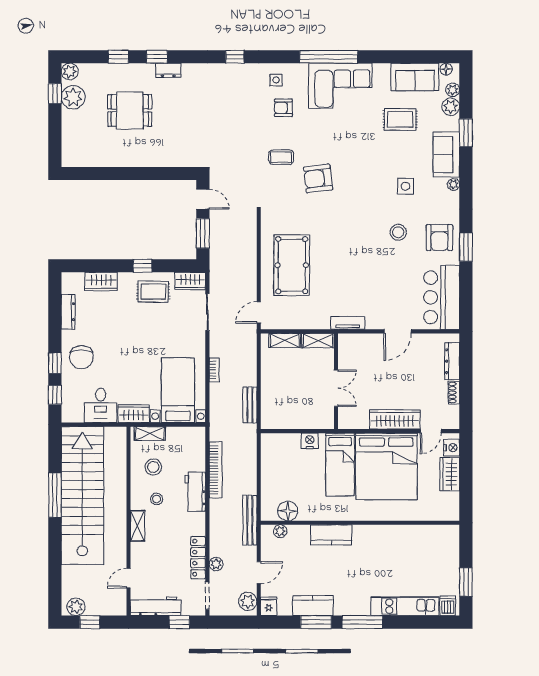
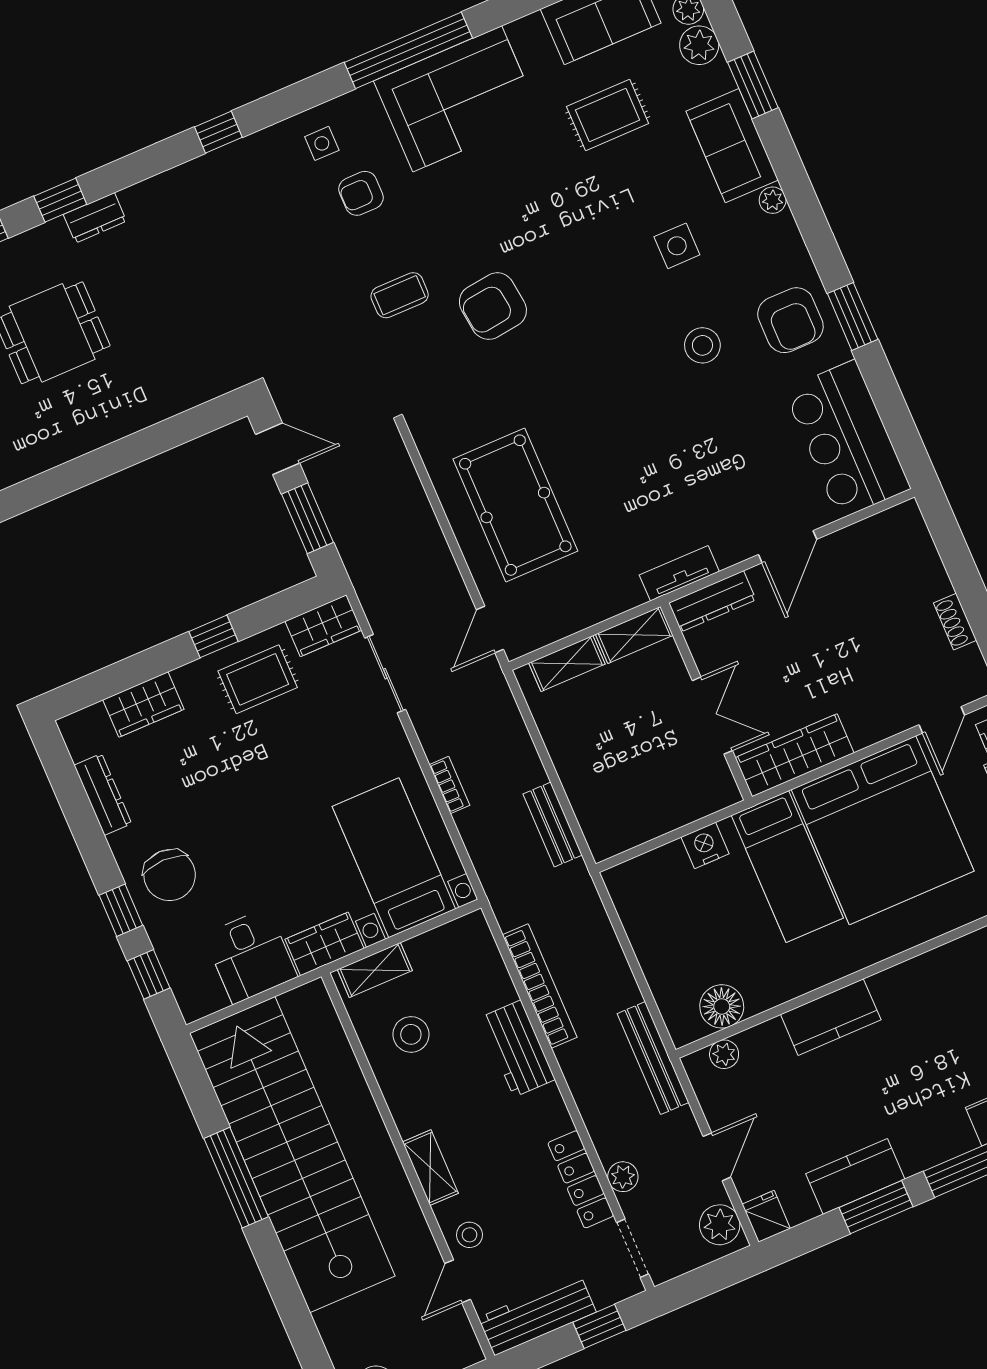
dresser: (452, 361) -> (712, 601), moved, turned -90
wardrobe: (395, 419) -> (795, 755), moved
stool: (157, 499) -> (470, 1235), moved

